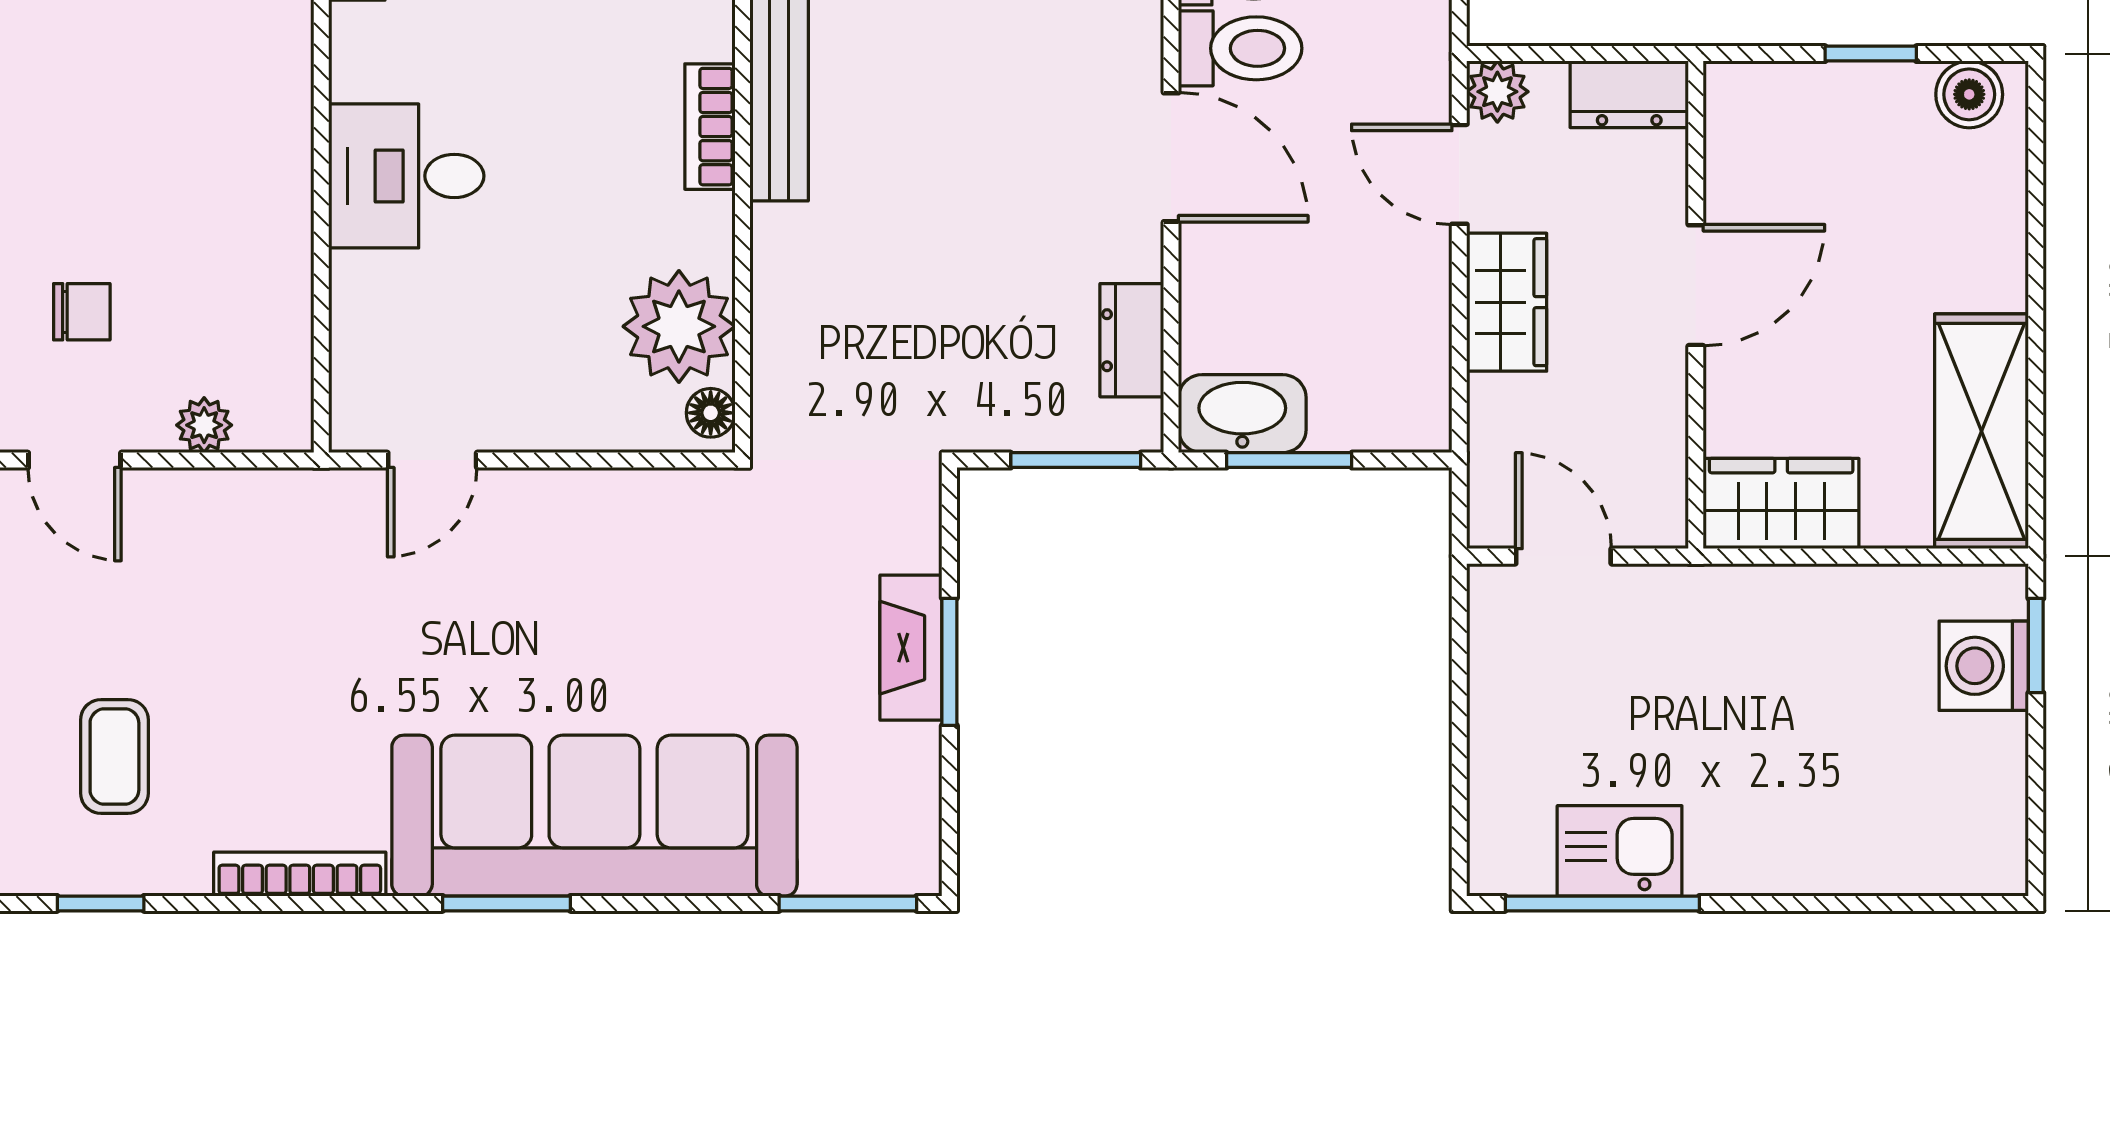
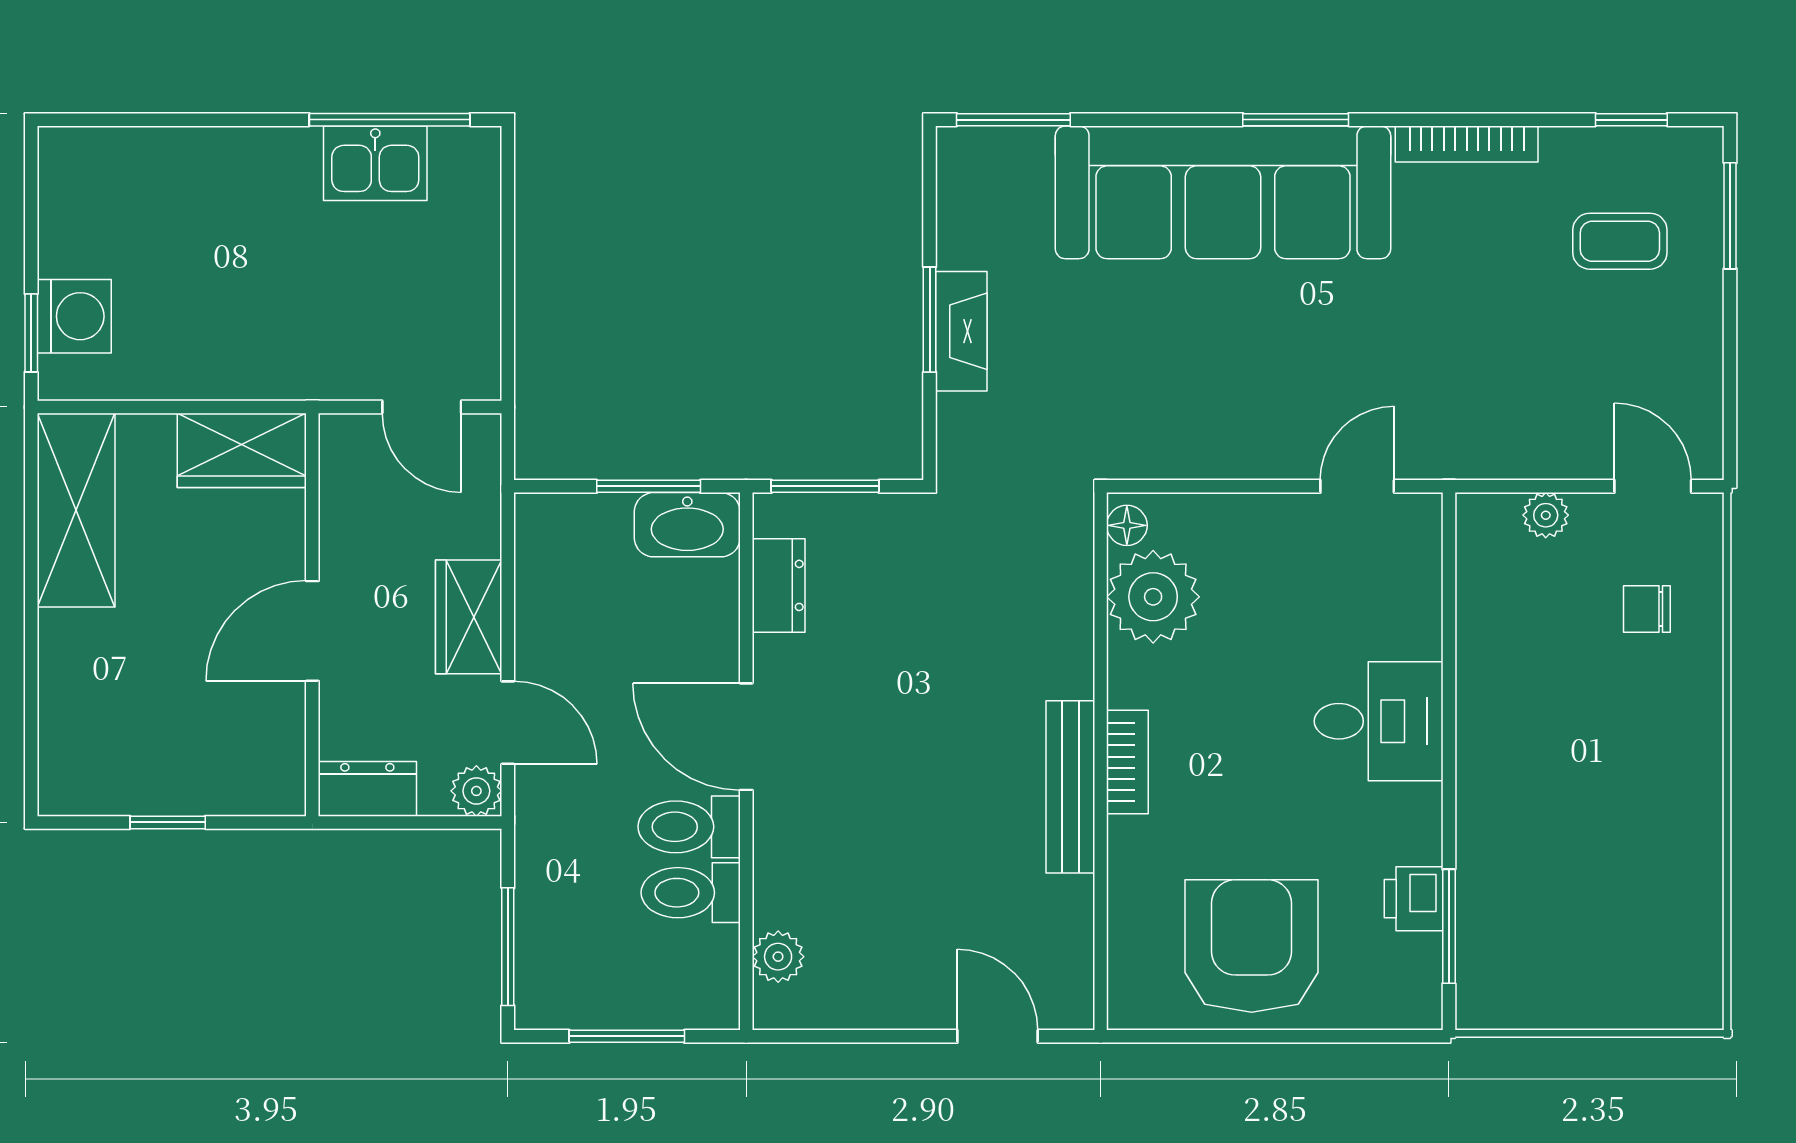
boiler: (1969, 94) -> (86, 789), removed
coffee table: (114, 756) -> (1620, 241), turned 90

